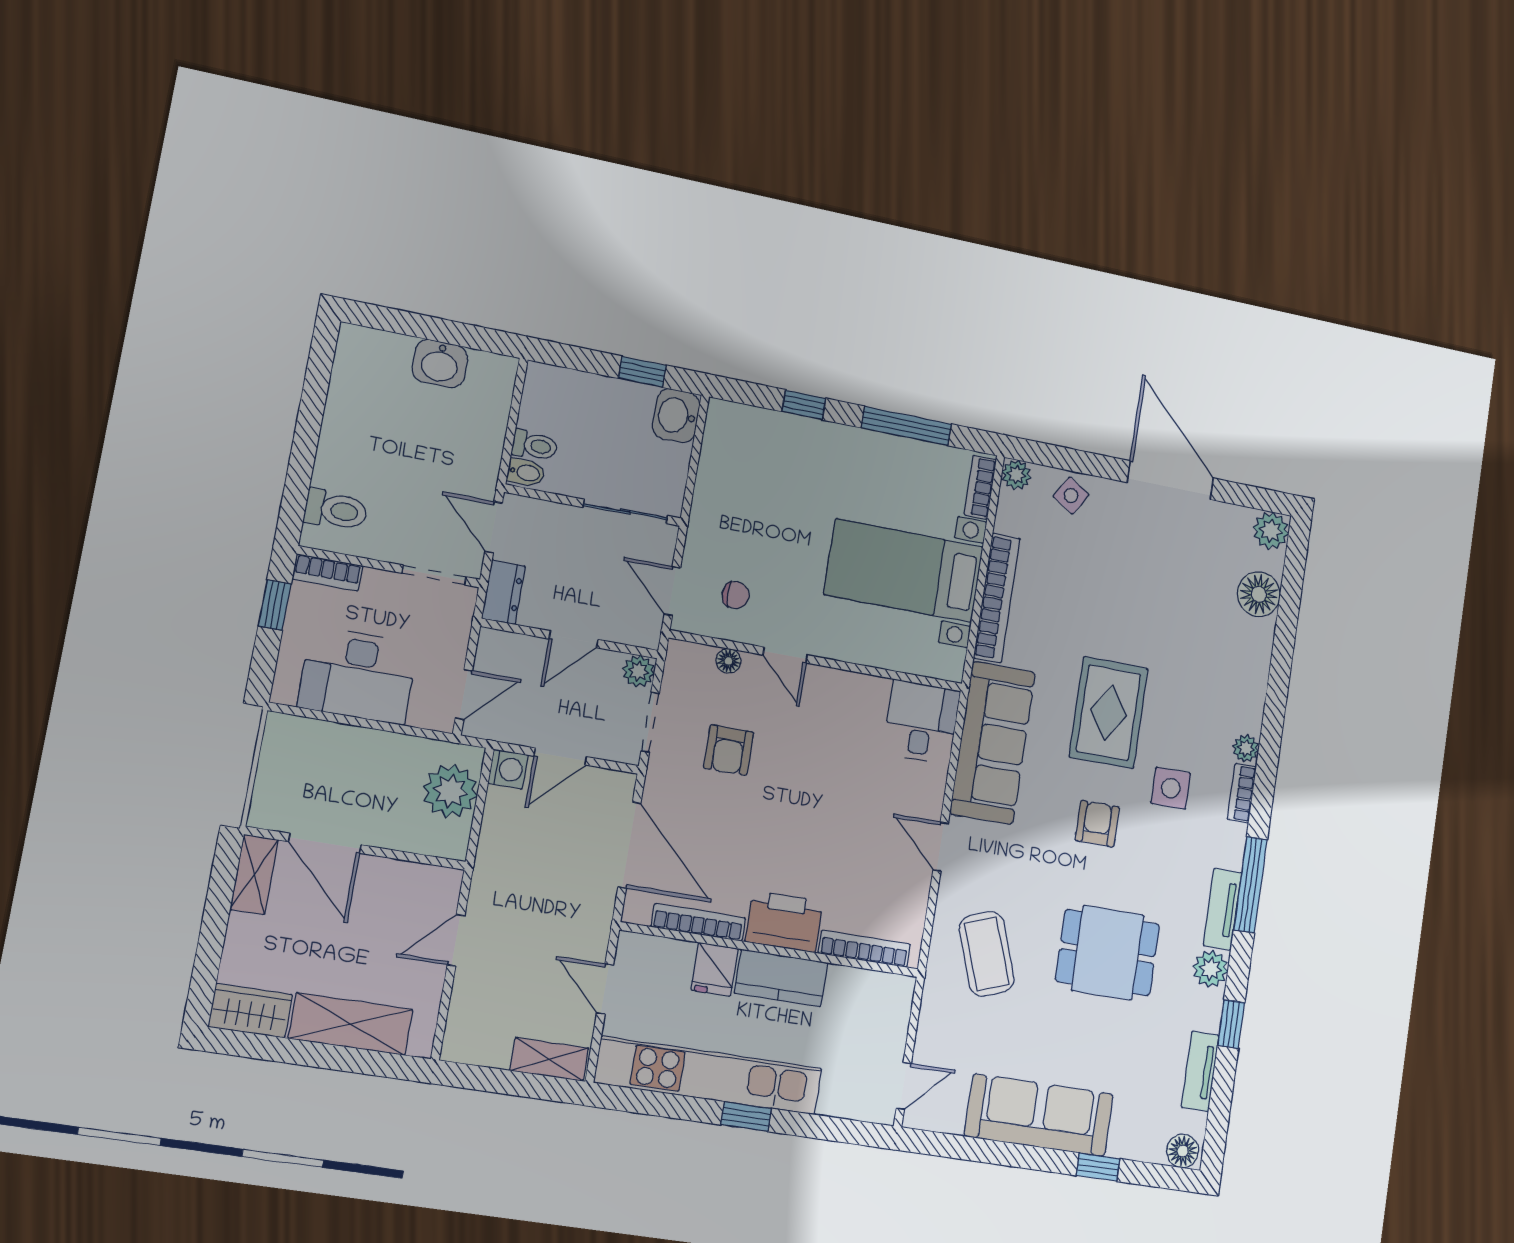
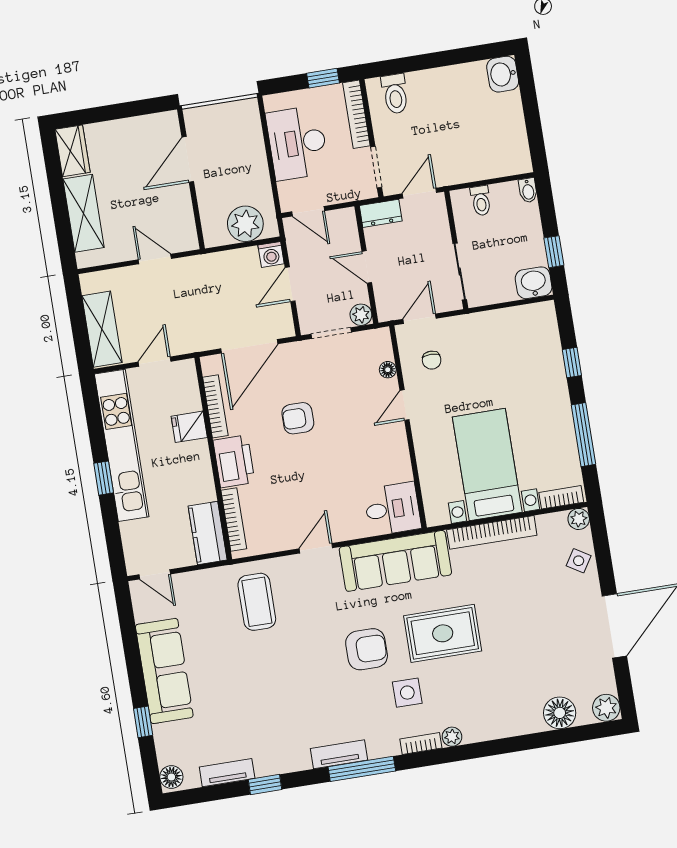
washbasin: (440, 363) -> (503, 74), moved
bidet: (526, 473) -> (528, 190), moved
bookcase: (327, 572) -> (356, 114), width x1.56
armchair: (729, 750) -> (298, 418), moved
door: (560, 757) -> (290, 284), hinge flipped
armchair: (1097, 824) -> (367, 649), width x1.38, depth x1.38
shelving: (254, 874) -> (155, 124), removed
dining table: (1107, 953) -> (284, 684), removed
coffee table: (987, 954) -> (257, 602), turned -70
plant: (1211, 969) -> (297, 759), removed
kitchen counter: (781, 978) -> (208, 533), moved
shelving: (549, 1059) -> (102, 329), width x1.50, depth x1.33

